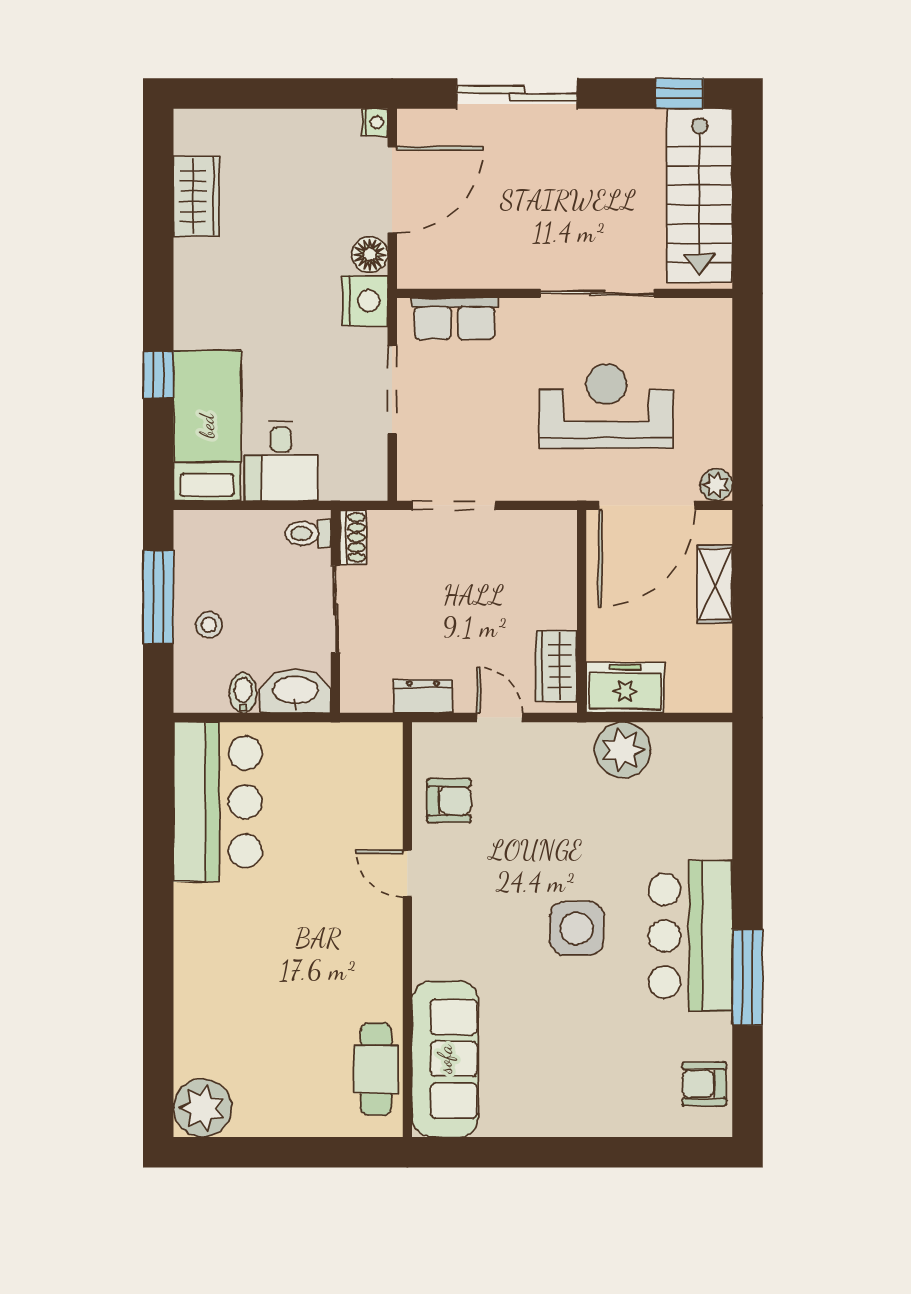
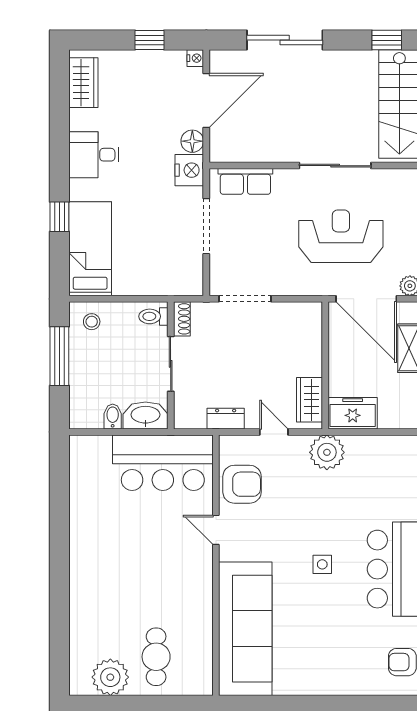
window: (302, 93) -> (149, 40), added
wardrobe: (196, 196) -> (83, 83), moved
desk: (281, 461) -> (94, 155), moved, turned 90
door: (647, 505) -> (366, 299), hinge flipped
stool: (209, 625) -> (92, 322), moved
plant: (623, 750) -> (327, 452), moved
armchair: (449, 801) -> (242, 484), width x1.38, depth x1.38
bar counter: (218, 802) -> (163, 463), moved, turned 90
side table: (577, 928) -> (322, 564), width x0.54, depth x0.54
sofa: (445, 1059) -> (245, 629), width x1.36, depth x1.27
cafe table: (376, 1069) -> (156, 657), moved
plant: (203, 1108) -> (110, 677), moved

